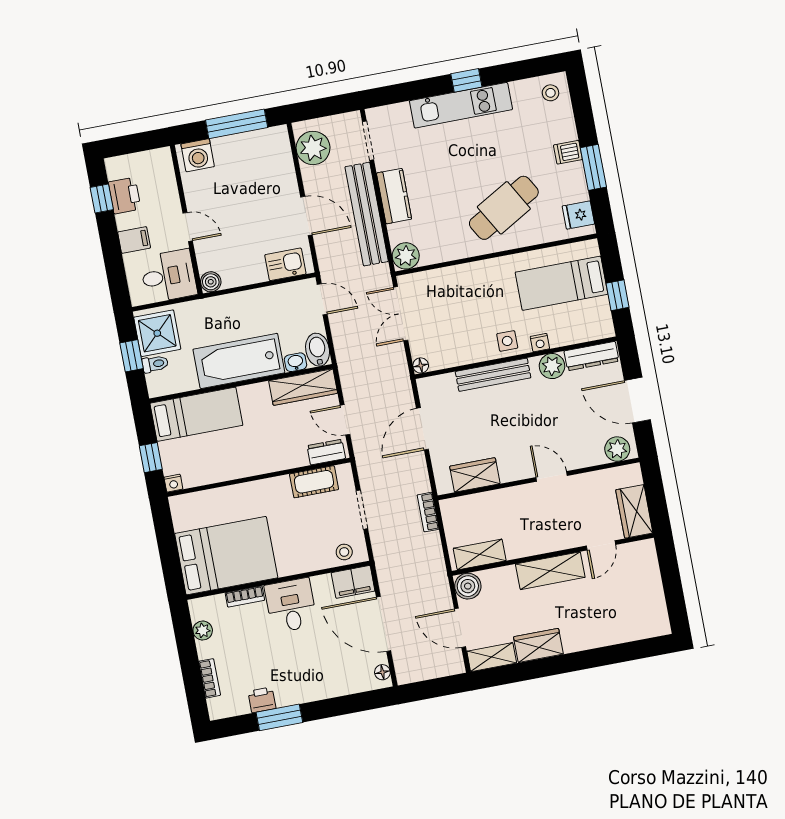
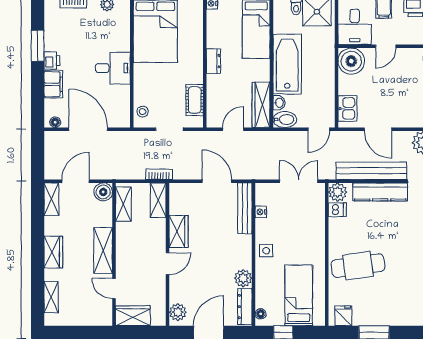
dishwasher: (568, 152) -> (337, 210), moved, turned 90
kitchen counter: (394, 196) -> (380, 192), width x1.50
cafe table: (504, 208) -> (358, 266), turned -68
door: (306, 216) -> (378, 129), hinge flipped
boiler: (211, 282) -> (351, 61), width x1.86, depth x1.86
nightstand: (540, 343) -> (261, 212), moved
floor lamp: (421, 365) -> (261, 314), moved
bench: (493, 375) -> (245, 208), moved
dresser: (326, 452) -> (213, 61), moved
wardrobe: (475, 475) -> (178, 231), moved
shelving: (465, 507) -> (158, 200), added
filing cabinet: (353, 582) -> (53, 84), moved, turned 180
bookcase: (245, 597) -> (125, 38), removed
door: (384, 624) -> (88, 129), hinge flipped
shelving: (630, 631) -> (51, 297), added
wardrobe: (538, 645) -> (53, 252), moved
printer: (262, 700) -> (52, 60), moved

